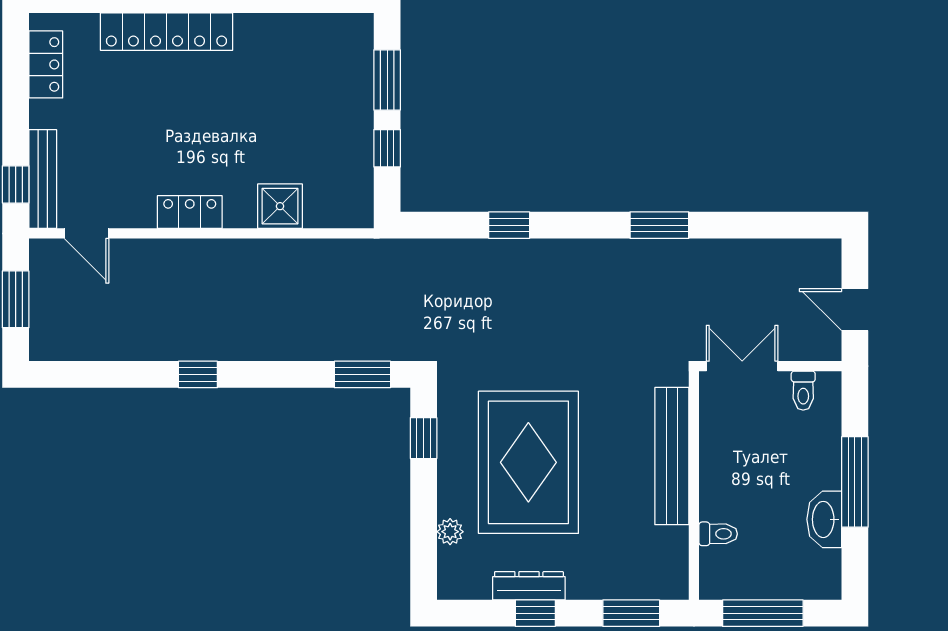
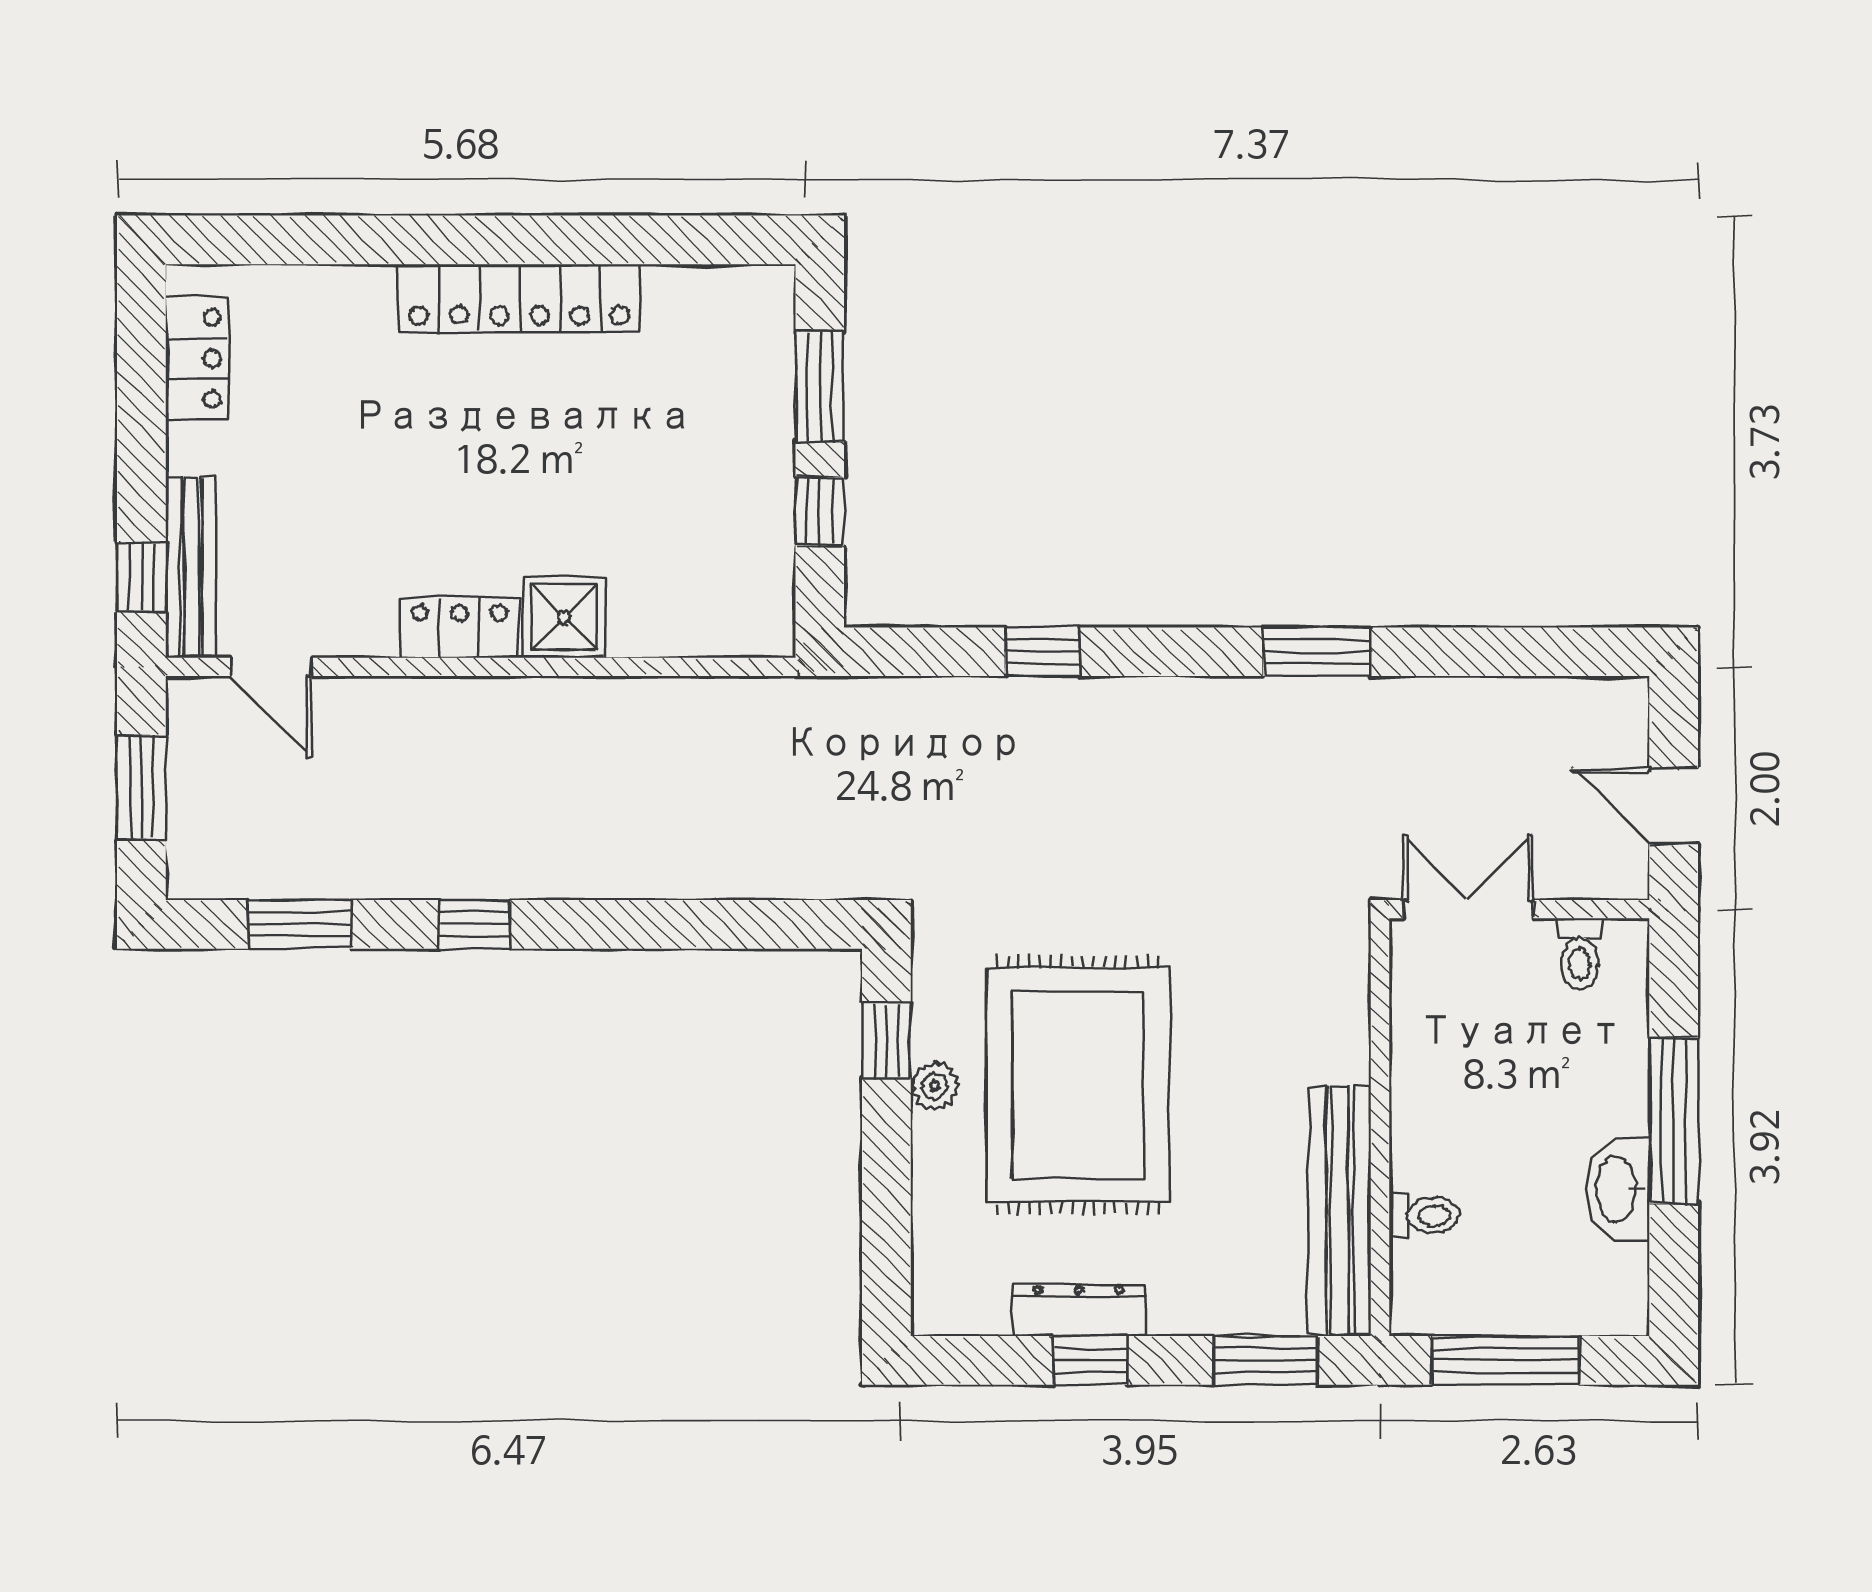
locker: (166, 32) -> (520, 298), moved
shower: (280, 206) -> (564, 617), moved
window: (362, 374) -> (299, 924), moved
bench: (672, 456) -> (1340, 1211), moved
plant: (450, 532) -> (935, 1086), moved

